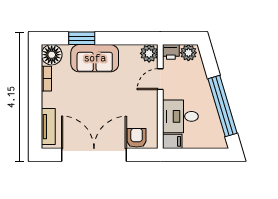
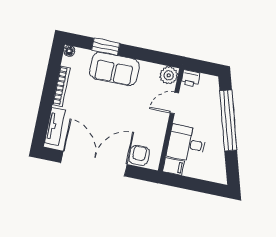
plant: (188, 53) -> (207, 83), removed
floor lamp: (52, 55) -> (69, 51), width x0.53, depth x0.53
bookcase: (46, 79) -> (61, 86), width x1.56
window: (223, 106) -> (228, 120), moved

